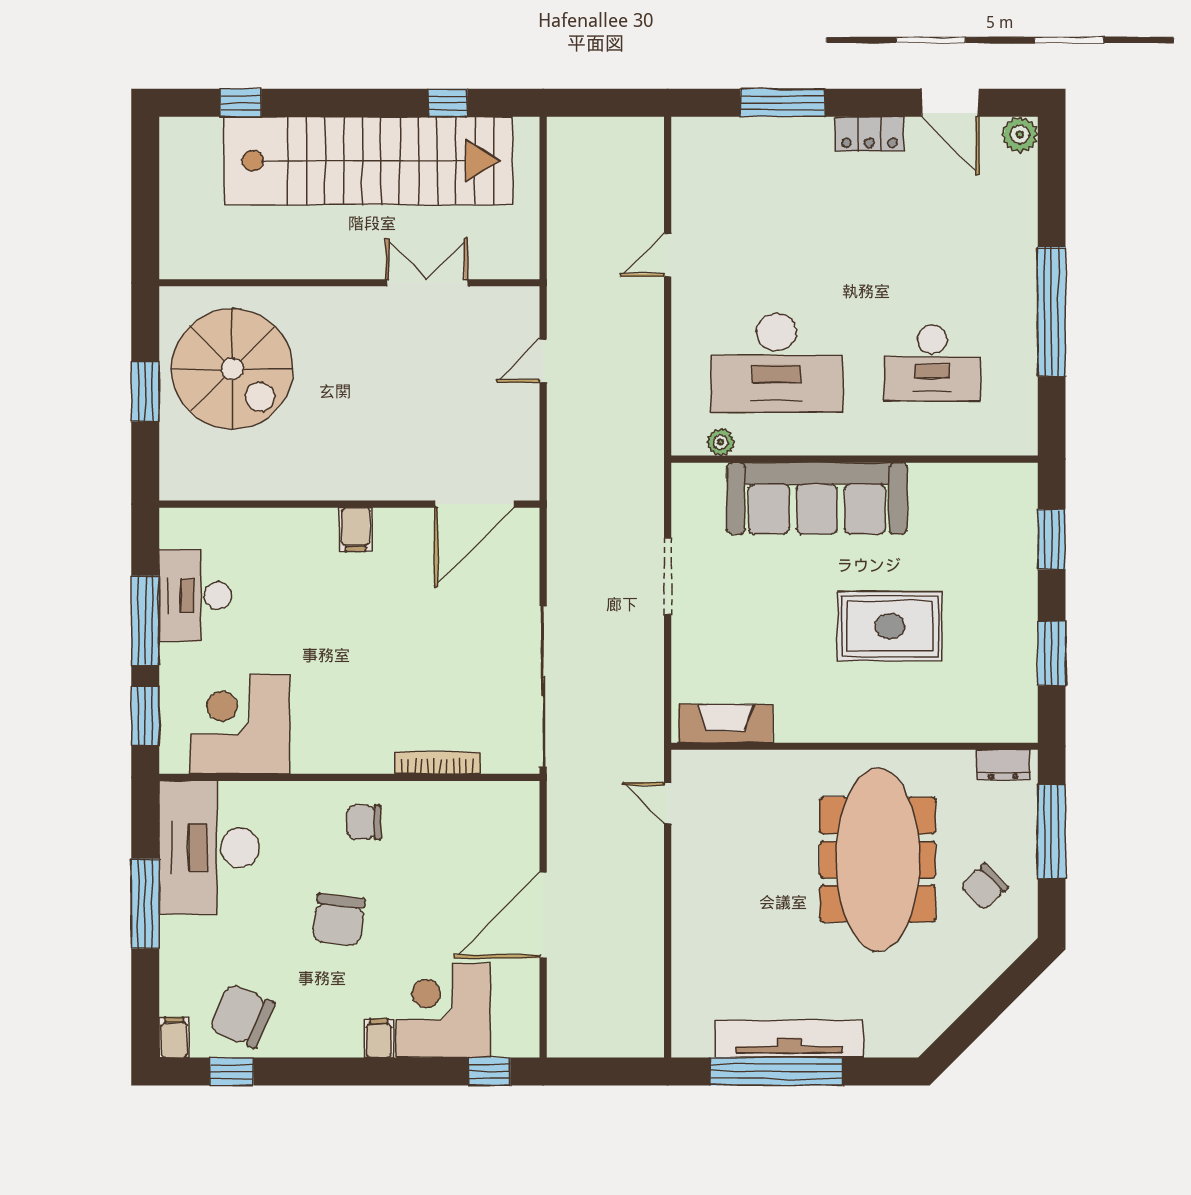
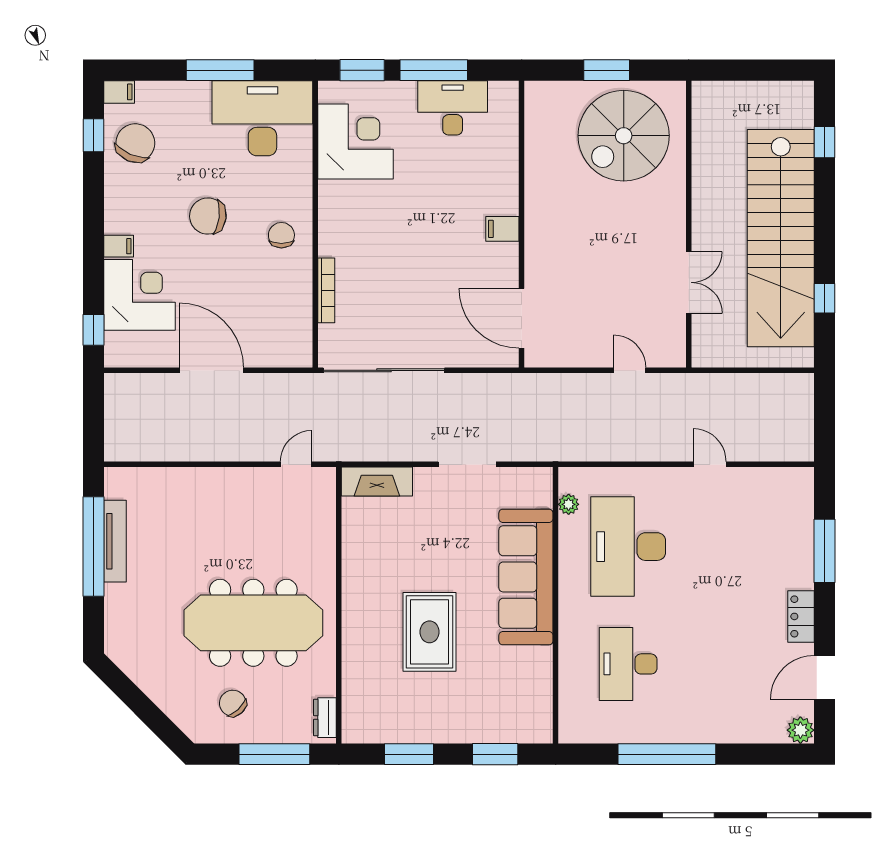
fireplace: (725, 724) -> (377, 481), moved, turned 90
tv unit: (789, 1039) -> (115, 541), width x0.73, depth x0.78

